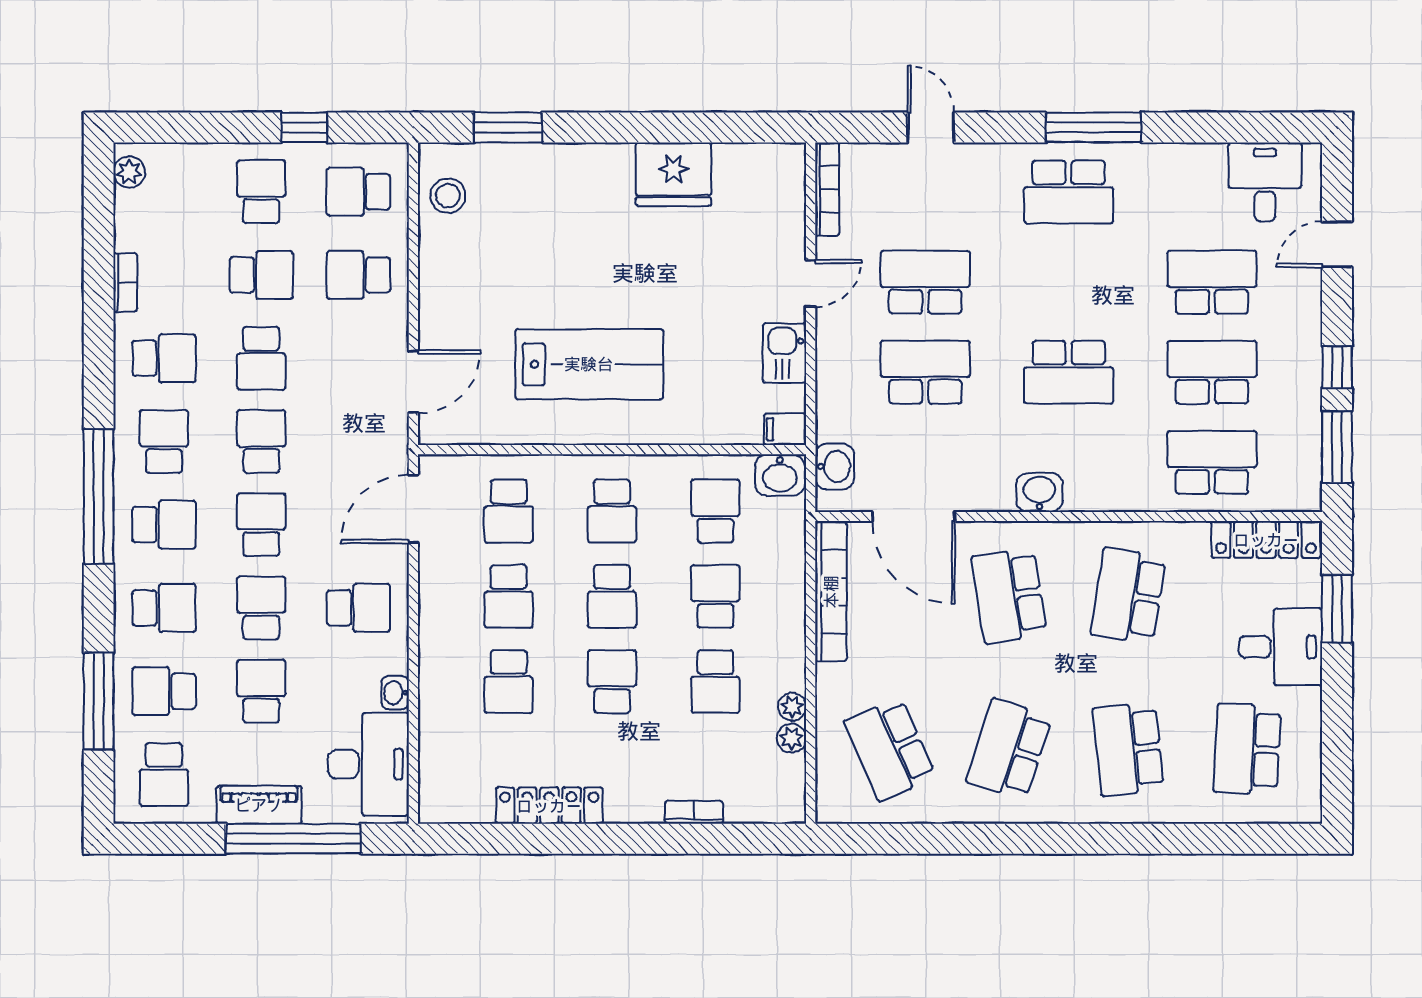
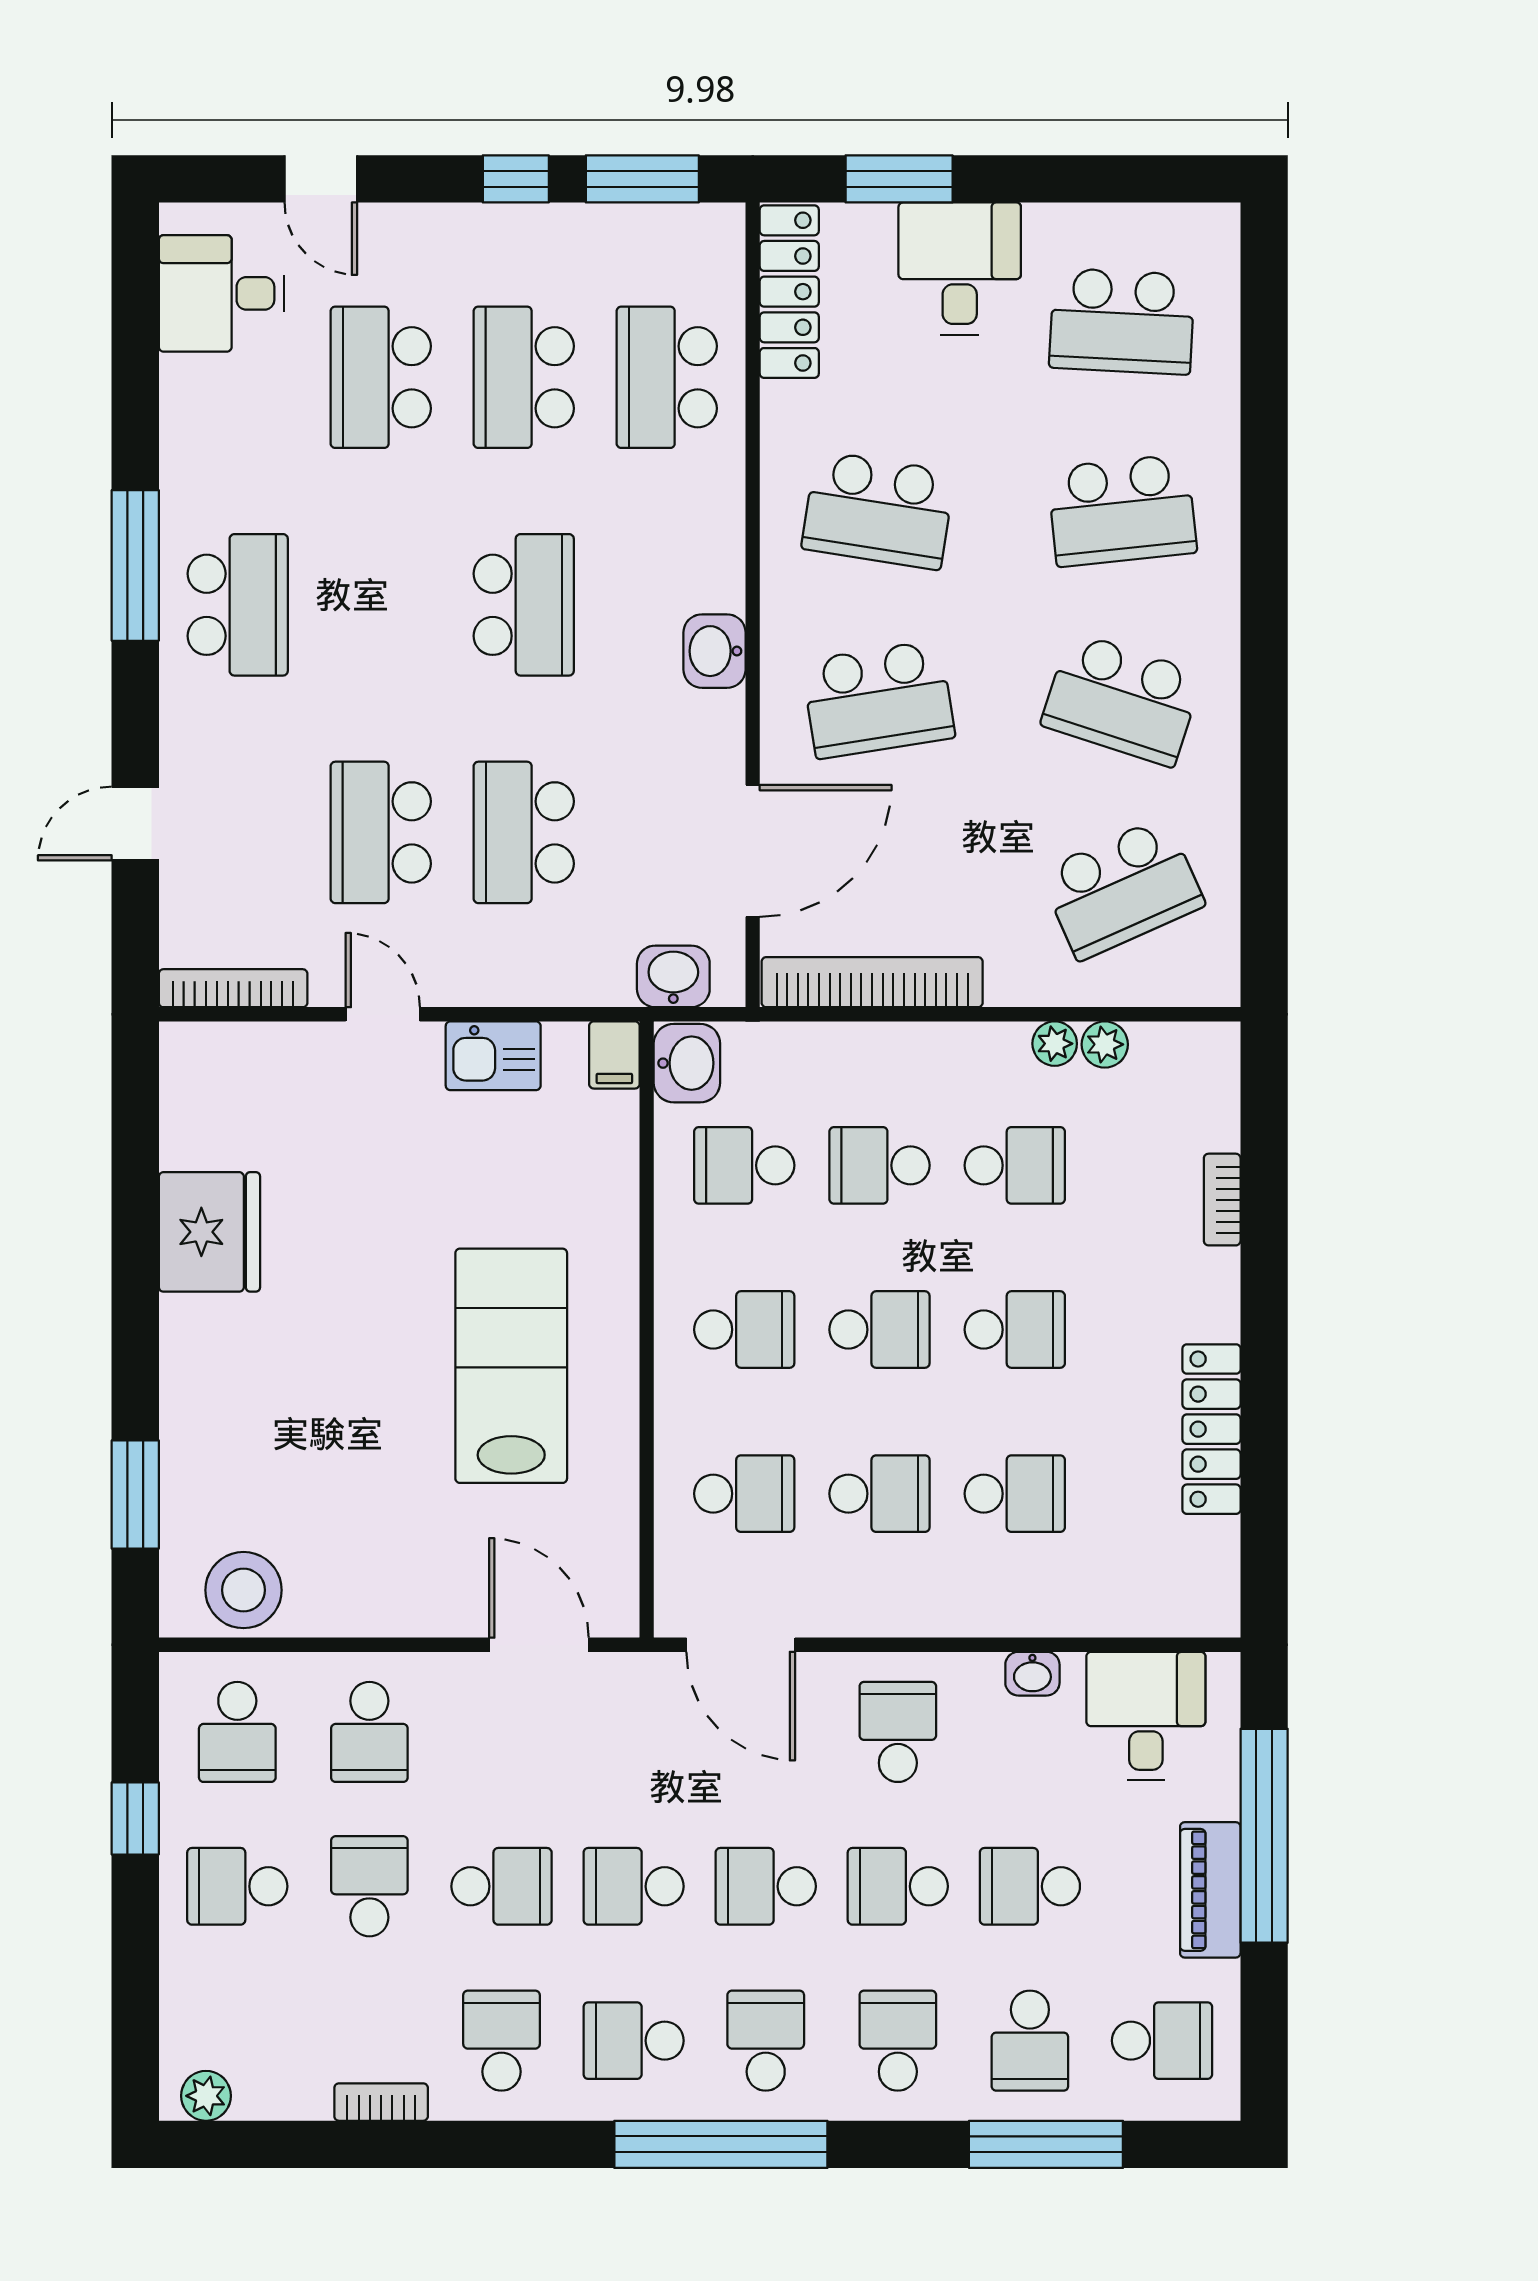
stool: (448, 196) -> (244, 1590), width x1.38, depth x1.38
school desk: (612, 682) -> (1015, 1330), turned 180
desk: (369, 764) -> (1146, 1716), width x0.73

